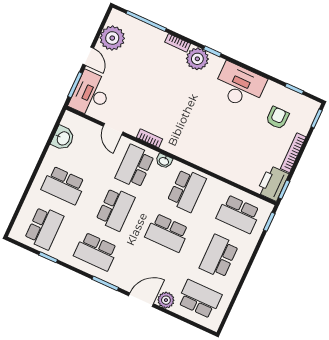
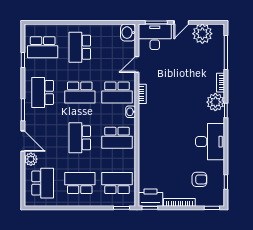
washbasin: (63, 138) -> (128, 33), moved, turned 90
school desk: (135, 167) -> (117, 92), turned 180
school desk: (238, 214) -> (117, 183), turned 90

